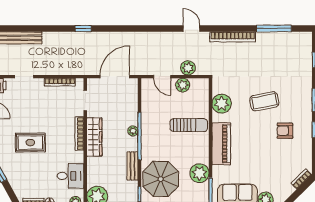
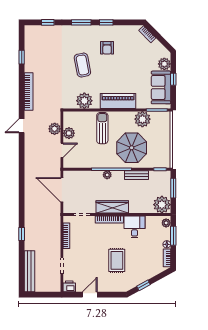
window: (83, 28) -> (22, 234), moved
window: (274, 28) -> (22, 57), width x0.46
desk: (70, 176) -> (135, 227), moved
parasol: (161, 179) -> (132, 148), moved

